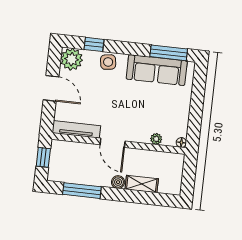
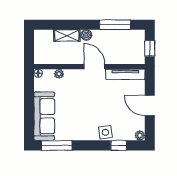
plant: (72, 59) -> (140, 136), width x0.53, depth x0.53
sofa: (157, 70) -> (44, 116), moved, turned 90

